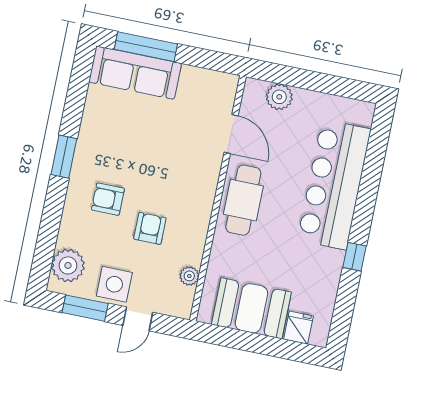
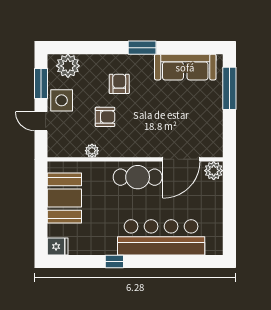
sofa: (135, 73) -> (185, 67), moved, turned -90
plant: (279, 97) -> (214, 171), moved
door: (231, 134) -> (181, 159), width x1.36
plant: (189, 276) -> (92, 151), moved
fridge: (298, 328) -> (58, 247), moved

